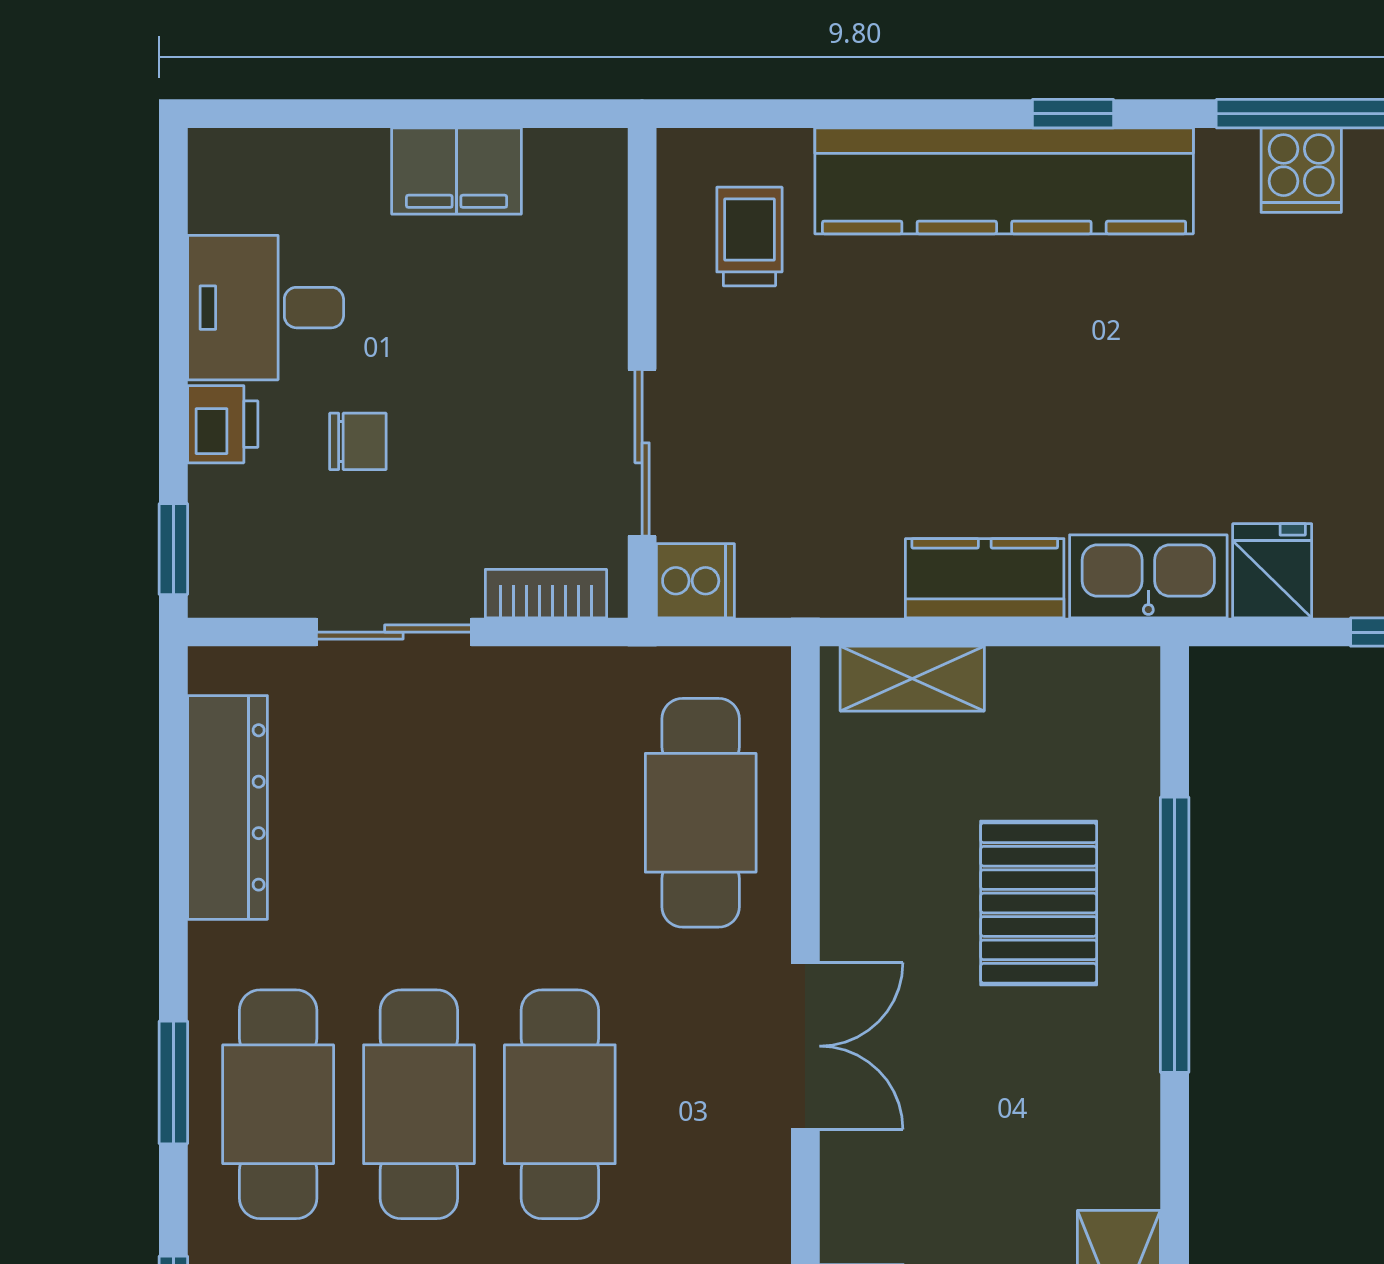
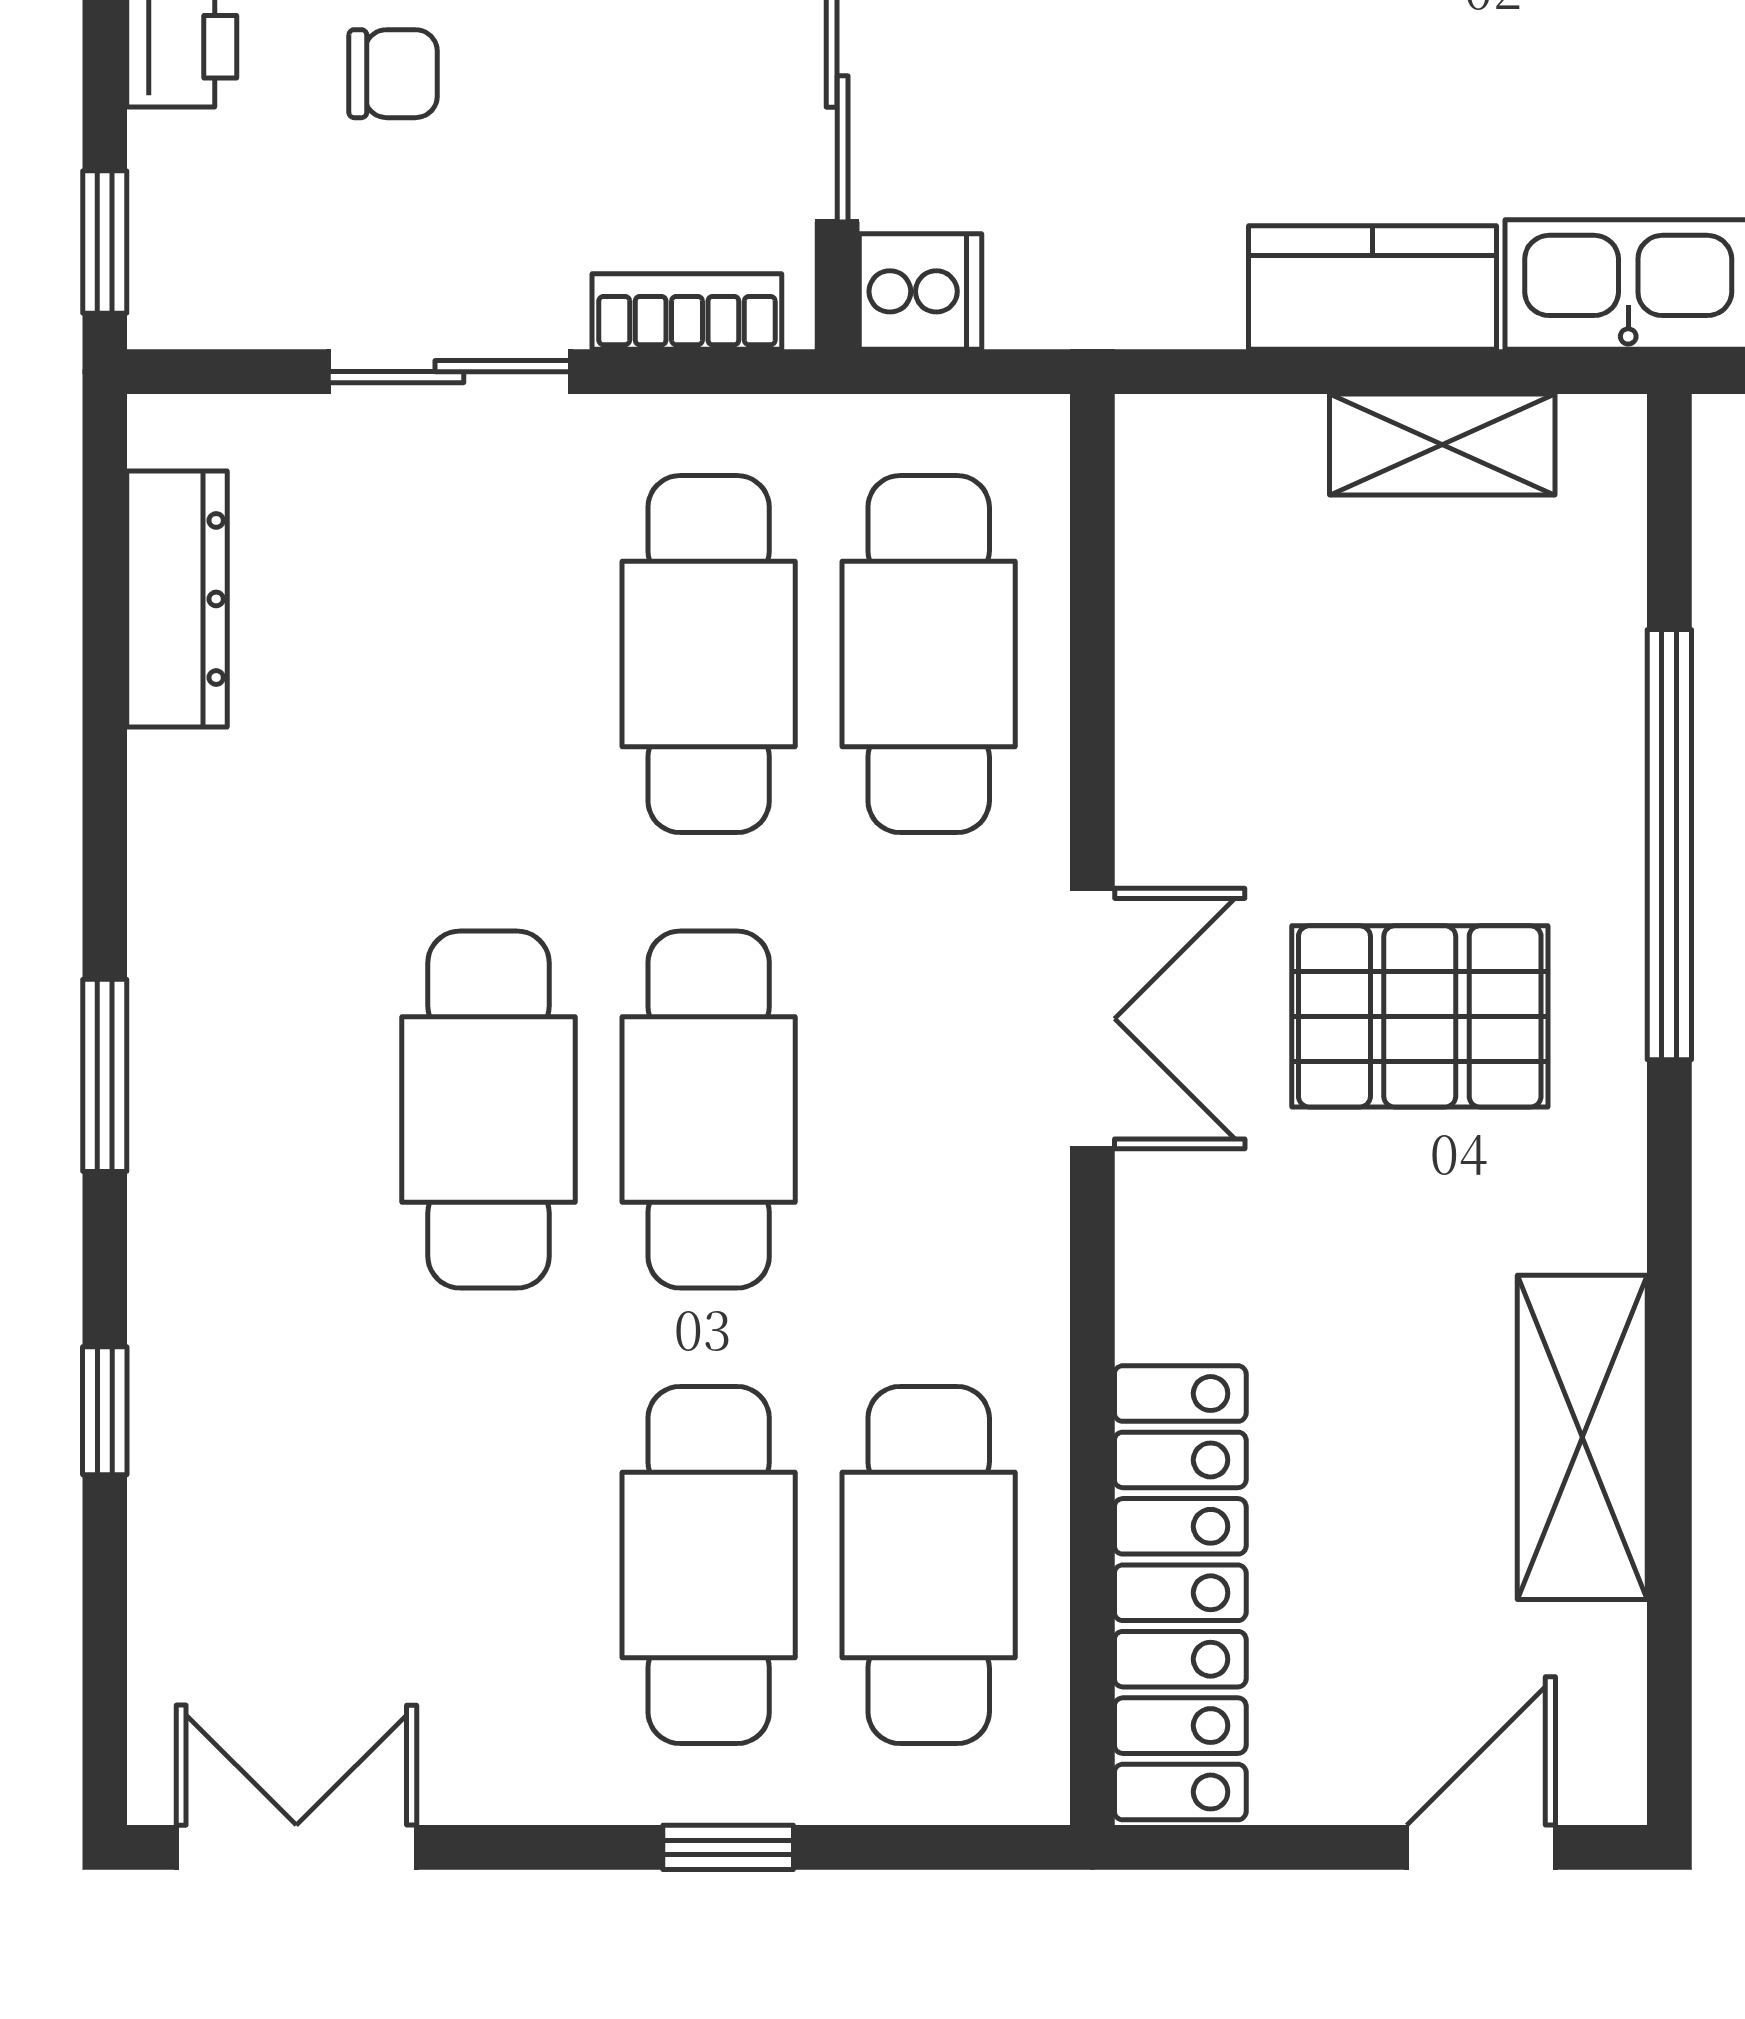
shelving: (912, 679) -> (1442, 444), moved
dresser: (228, 807) -> (177, 599), width x0.73, depth x0.80
pallet: (1039, 903) -> (1420, 1016), moved, turned 90
cafe table: (278, 1104) -> (709, 654), moved

